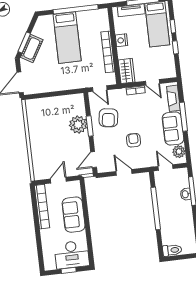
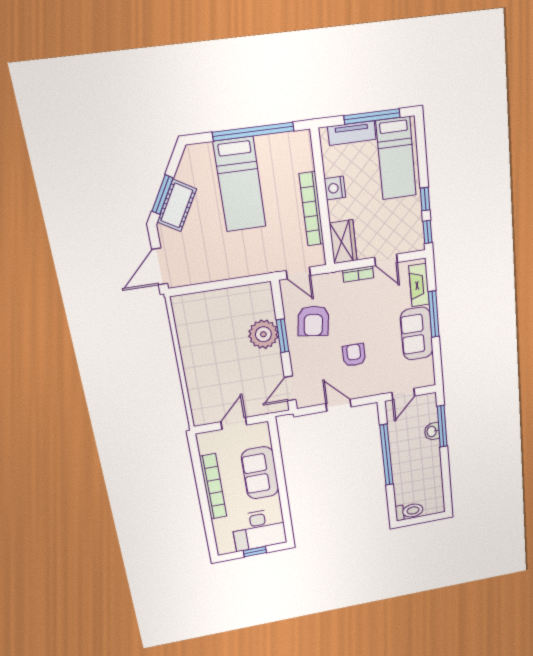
window: (173, 26) -> (428, 232), moved
plant: (179, 152) -> (424, 369), removed
door: (166, 168) -> (403, 394), swing flipped
bookcase: (42, 207) -> (213, 487), moved

